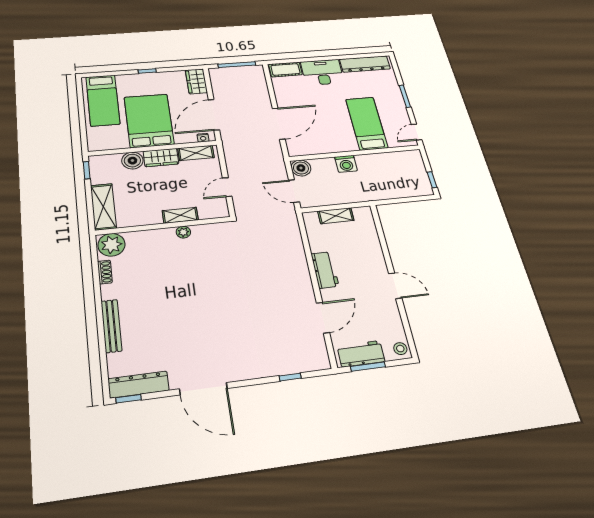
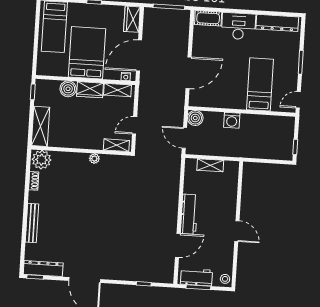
shelving: (180, 215) -> (116, 145), moved
workbench: (325, 270) -> (189, 214), width x1.38

